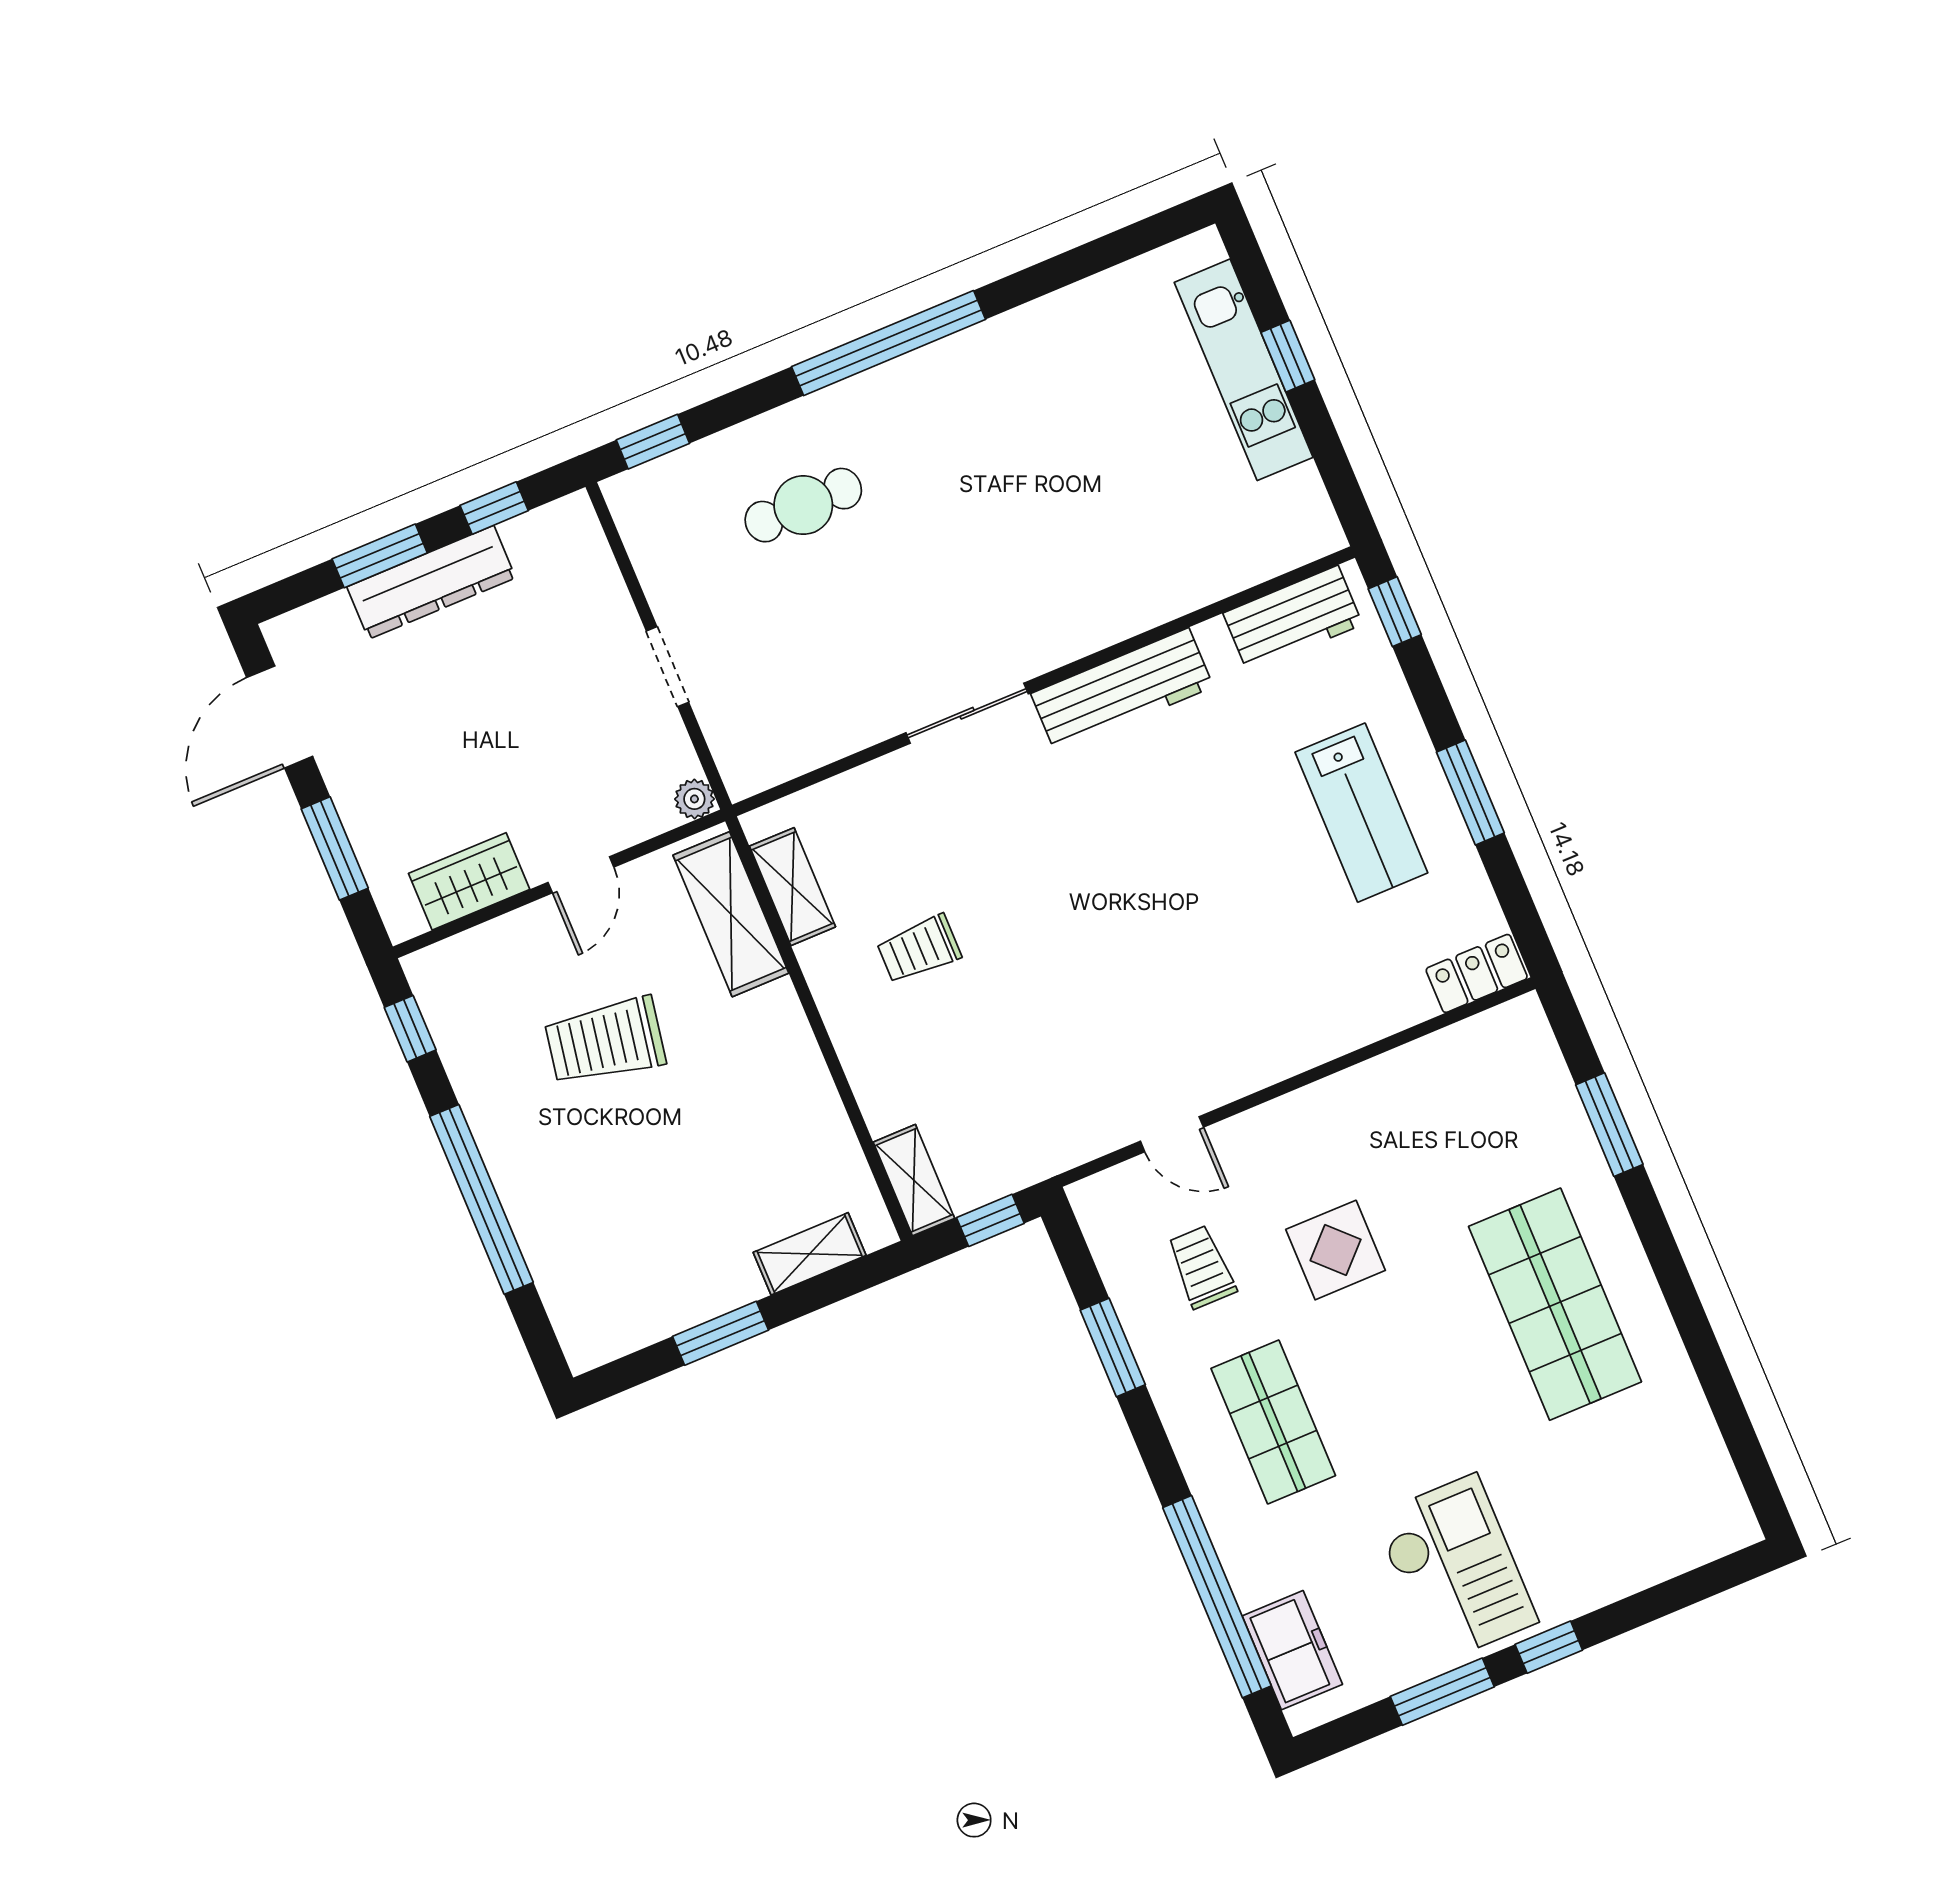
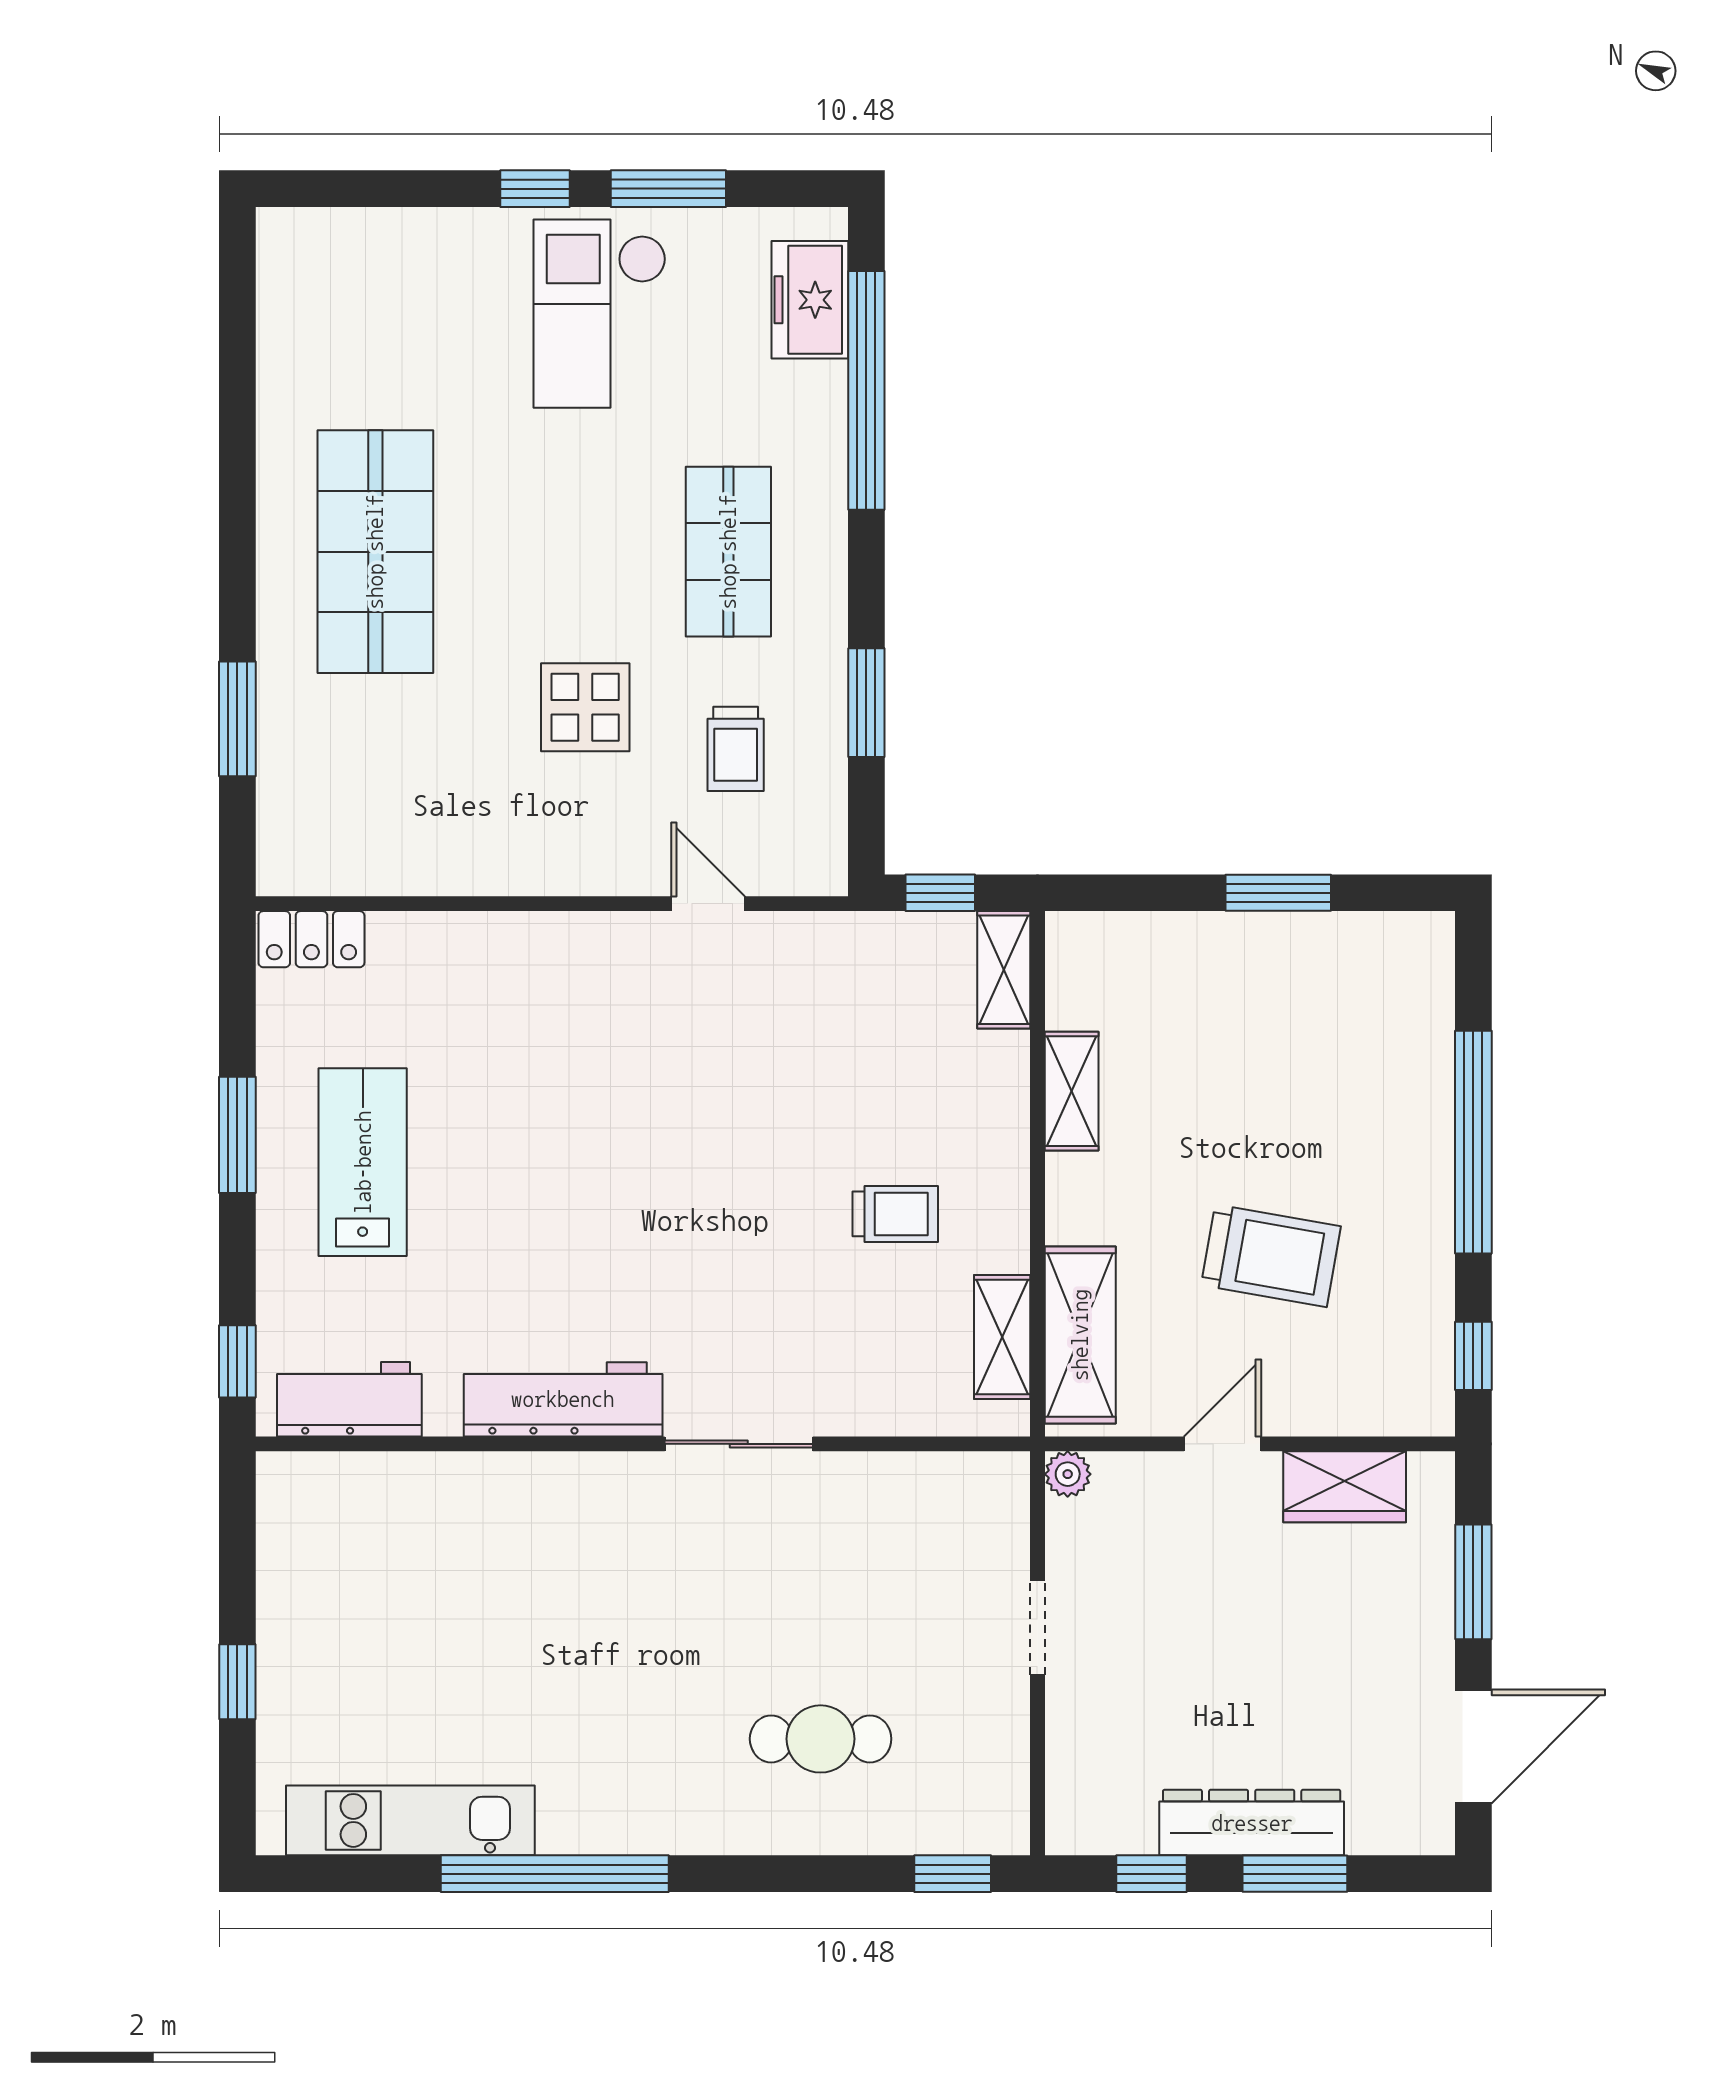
window: (889, 343) -> (555, 1874), moved
kitchen unit: (1244, 370) -> (410, 1820), moved, turned -90
shelving: (810, 1254) -> (1072, 1091), moved, turned 90

